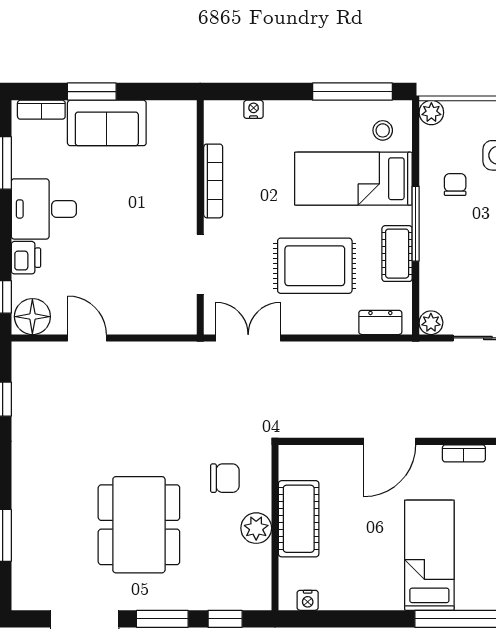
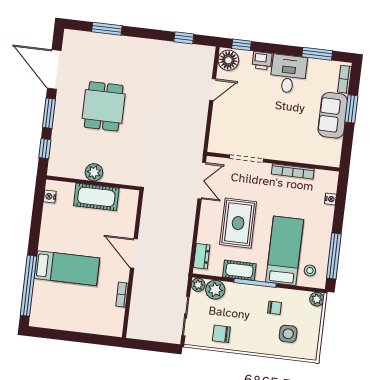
plant: (436, 292) -> (215, 290), added
chair: (225, 478) -> (124, 158), removed
dining table: (139, 525) -> (104, 106), width x0.73

